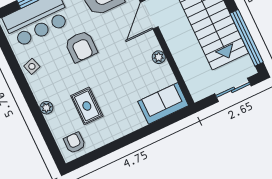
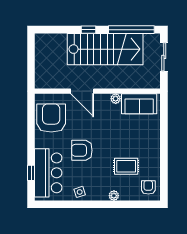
armchair: (81, 46) -> (82, 150), turned 180
sofa: (163, 103) -> (139, 104), moved, turned -90
armchair: (75, 143) -> (148, 187), turned 90

